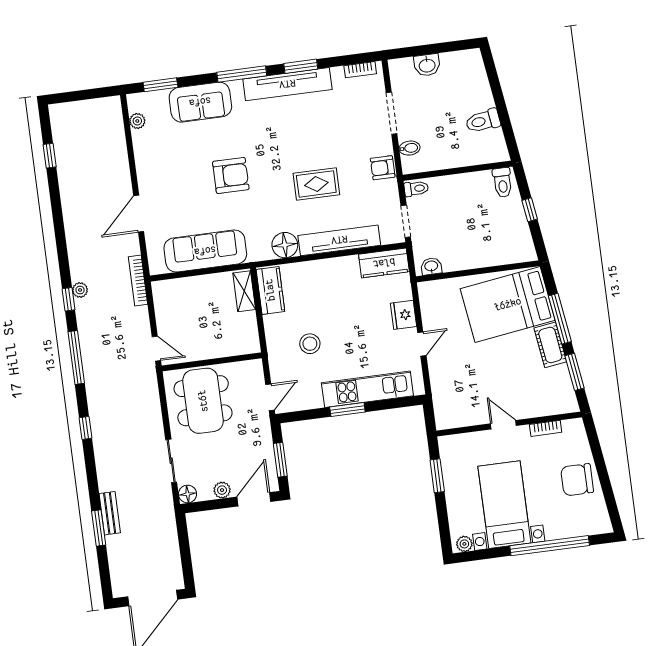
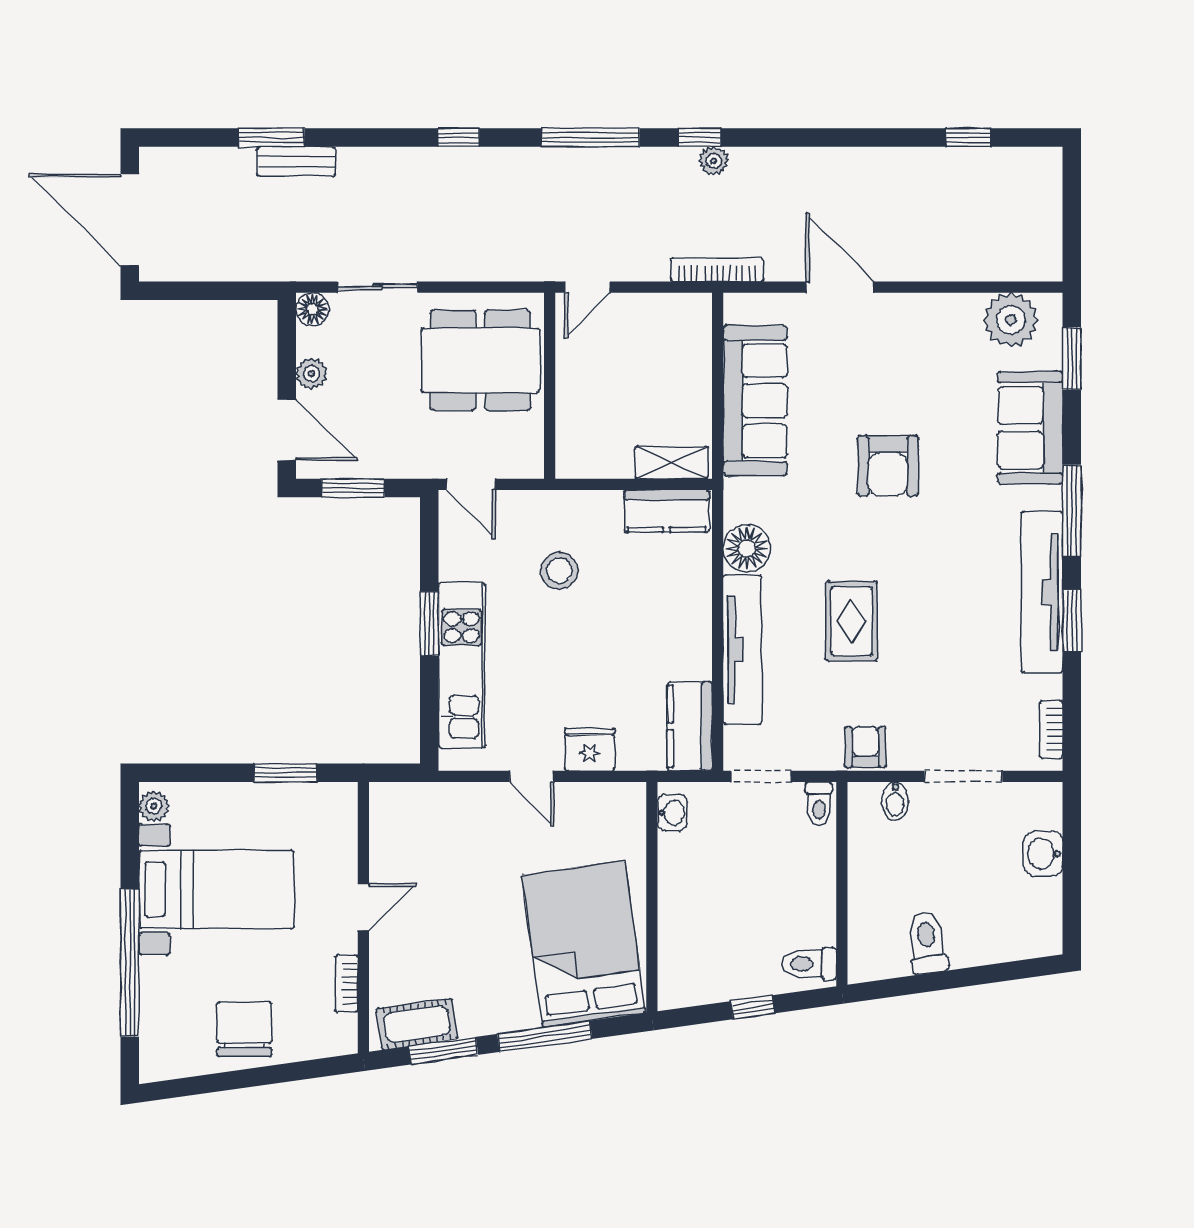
plant: (137, 121) -> (1011, 320), width x1.87, depth x1.87
cot: (550, 345) -> (417, 1024), moved

